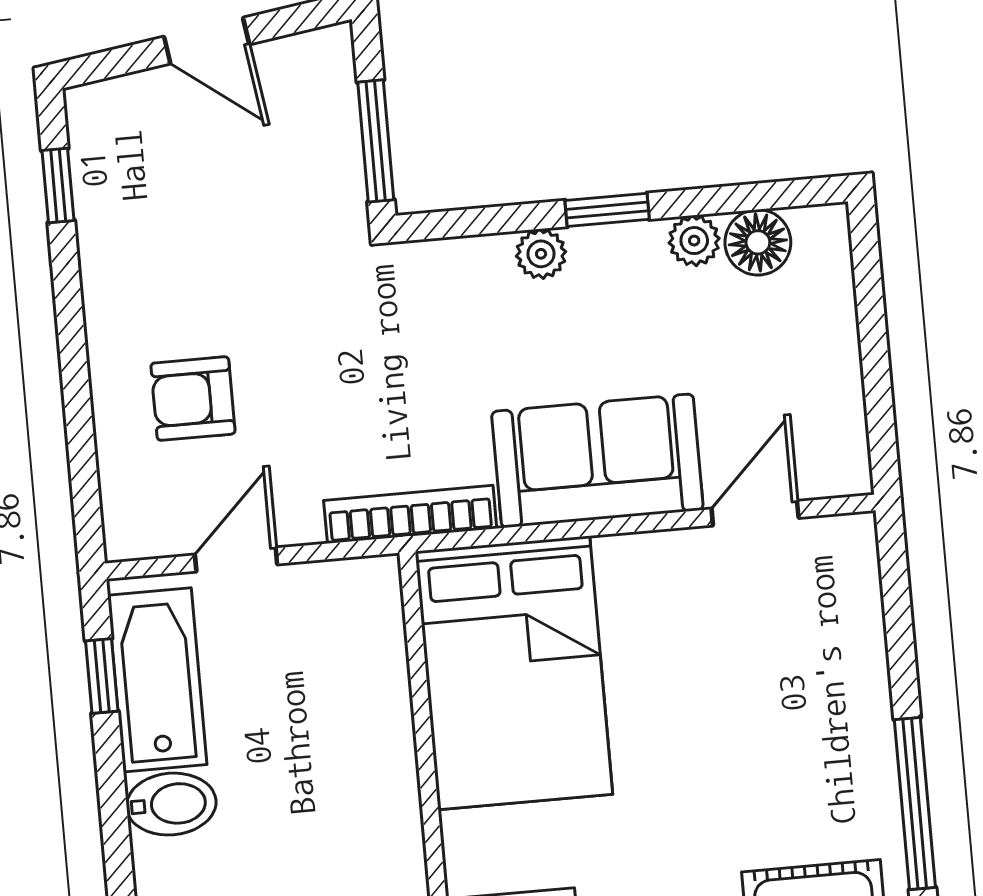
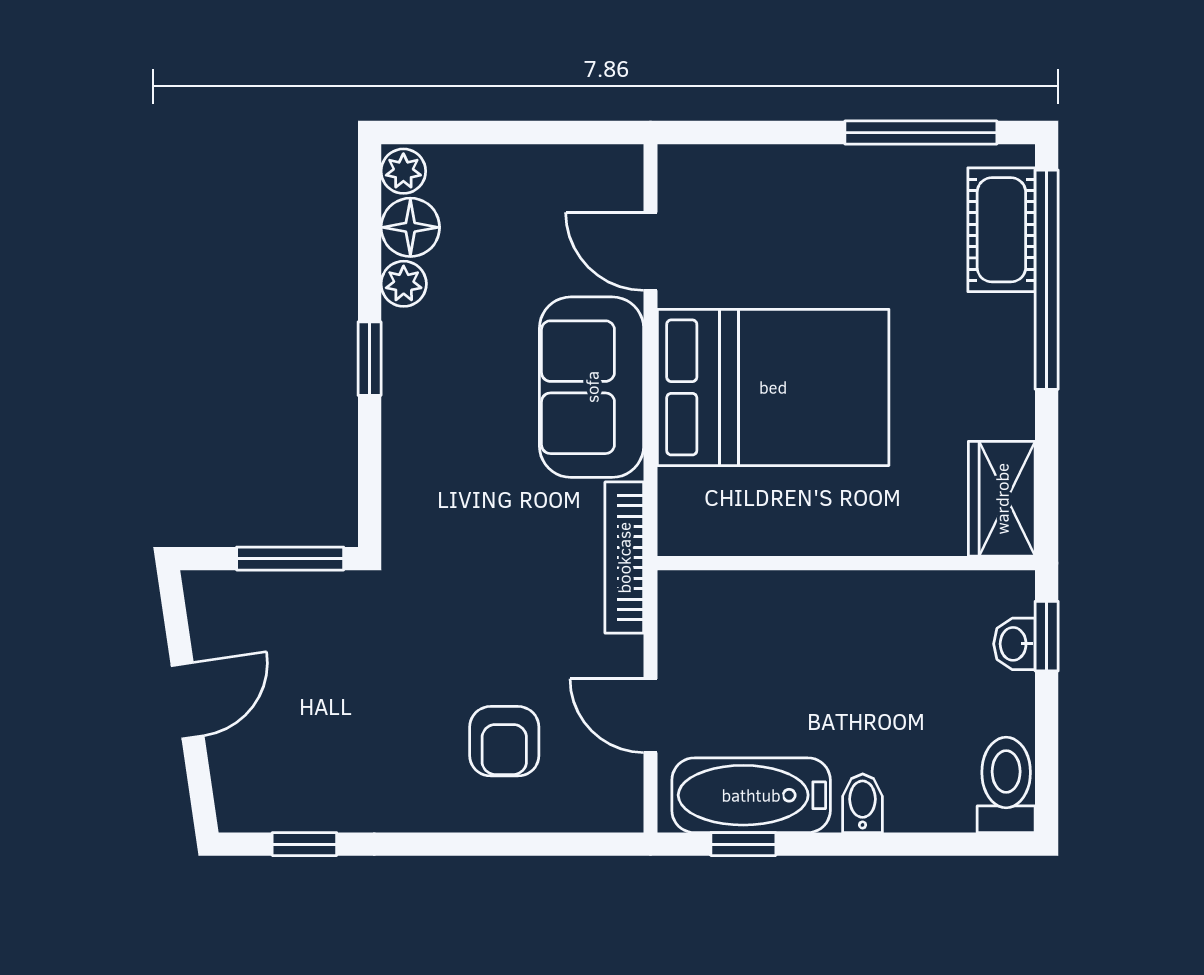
plant: (541, 254) -> (403, 171), moved
bed: (514, 673) -> (773, 387), moved
bidet: (171, 804) -> (863, 803), width x0.72, depth x0.74

